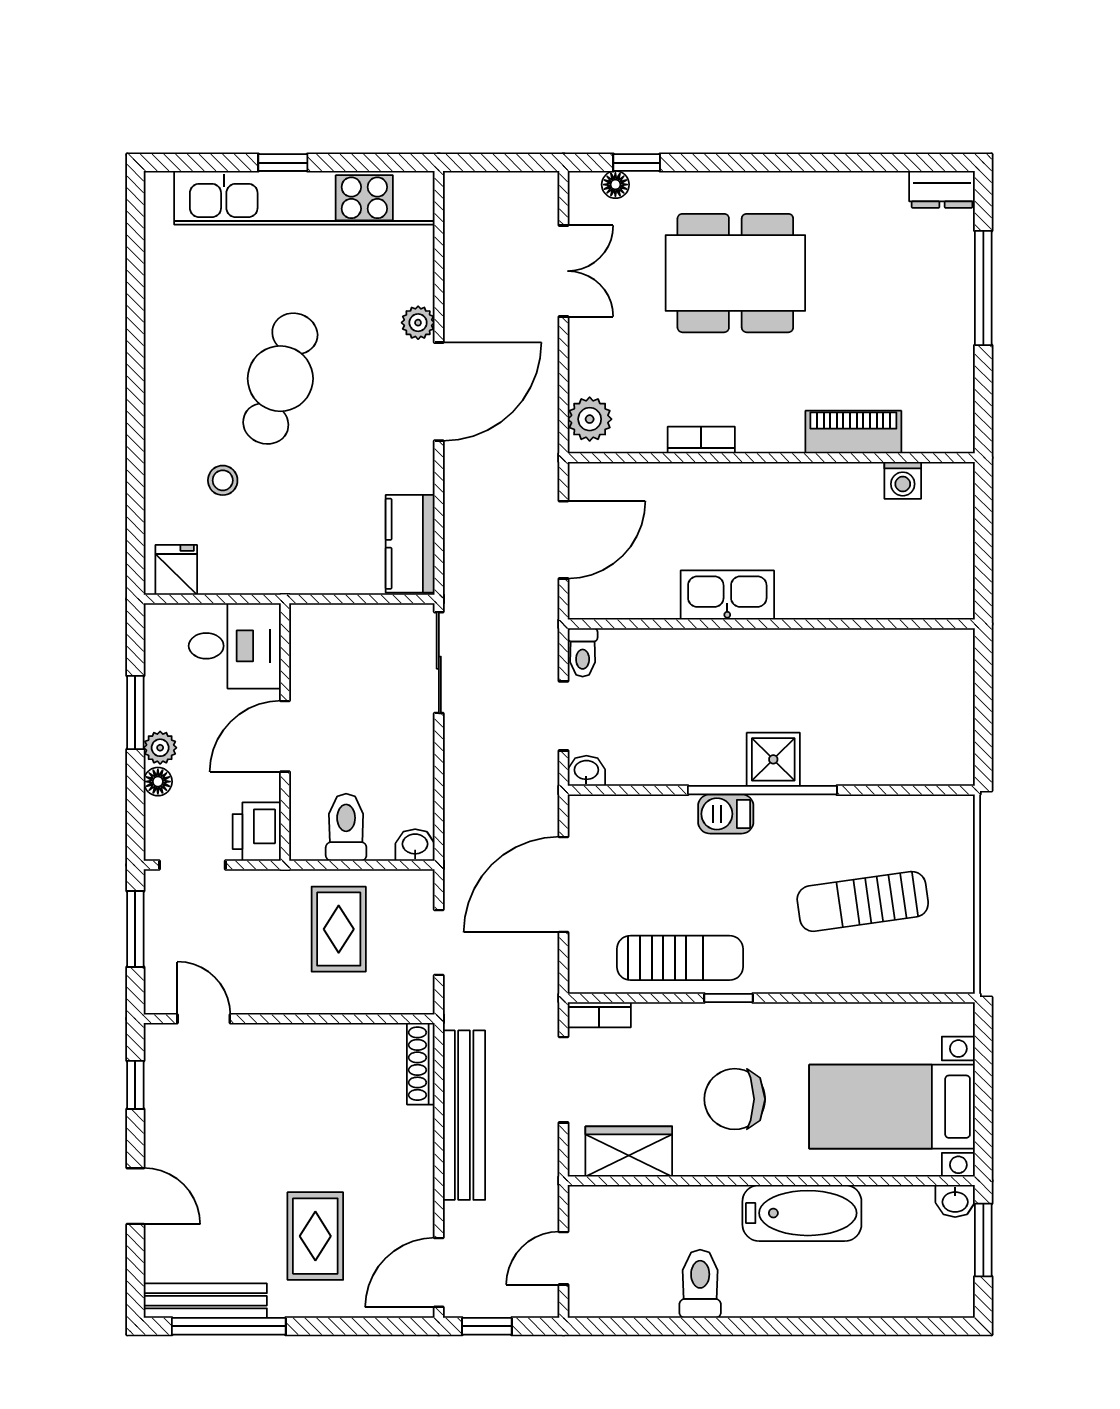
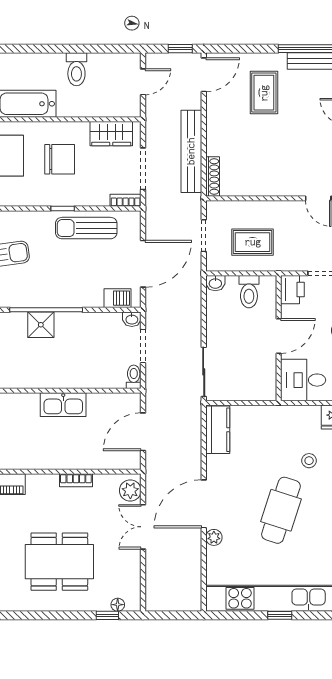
double door: (564, 271) -> (143, 527), moved
barbecue: (726, 814) -> (117, 298), moved
rug: (339, 929) -> (253, 242), turned 90

